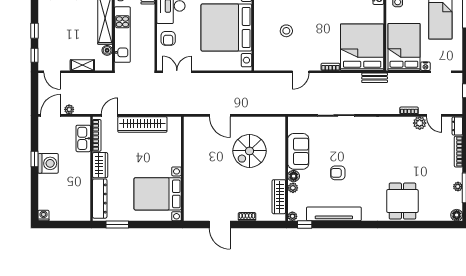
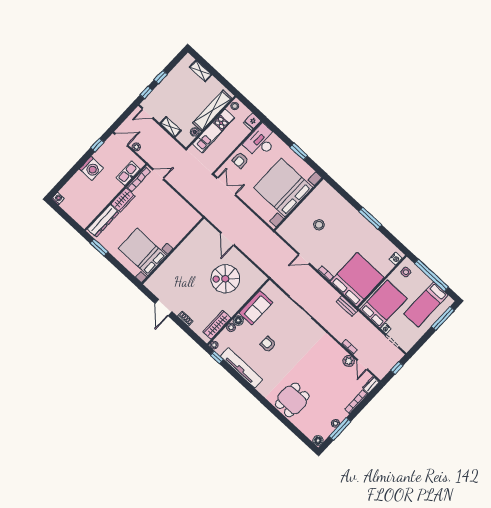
door: (52, 72) -> (148, 113), hinge flipped
wardrobe: (142, 125) -> (173, 199), removed
window: (35, 159) -> (97, 145), moved

